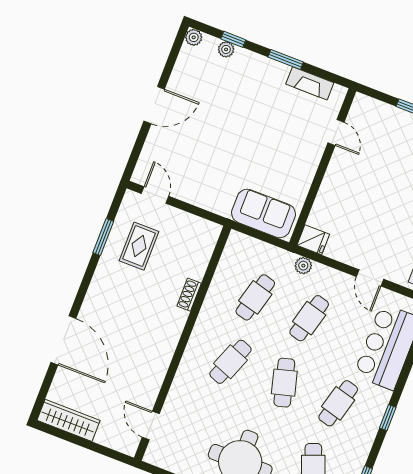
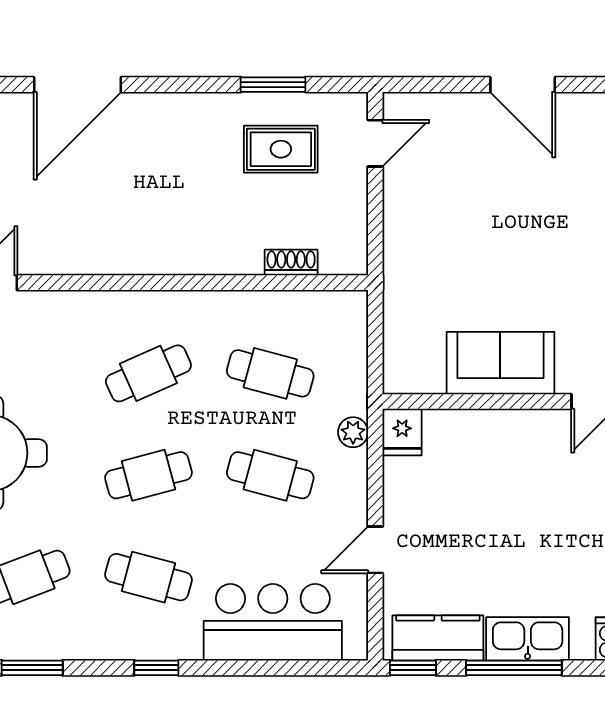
sofa: (263, 213) -> (500, 363), moved, turned -90
shoe rack: (189, 295) -> (291, 263), moved
cafe table: (230, 362) -> (148, 373), turned -45

